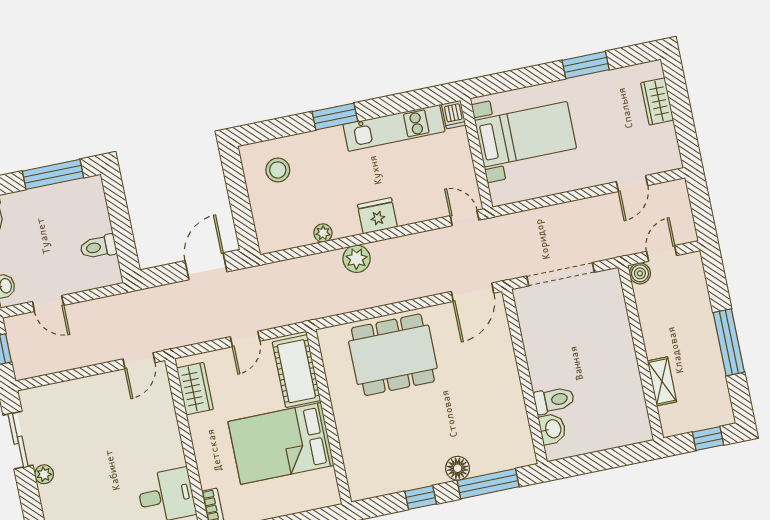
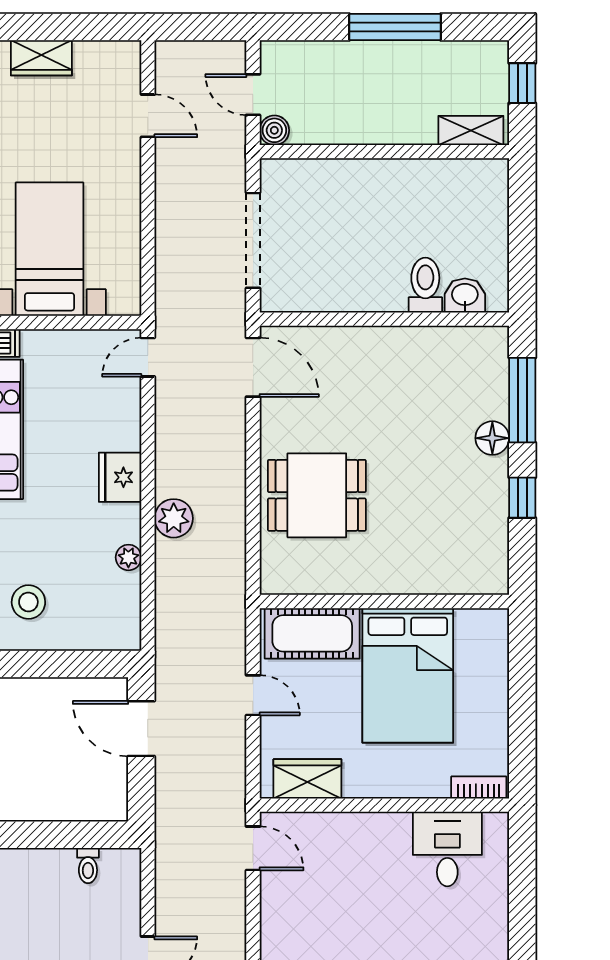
toilet: (98, 247) -> (88, 866), width x0.73, depth x0.72
dining table: (393, 355) -> (317, 495), width x0.73
shelving: (662, 381) -> (471, 130), moved

